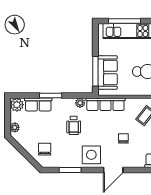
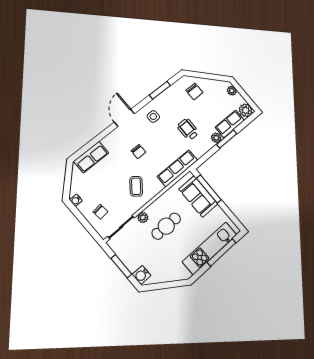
plant: (80, 103) -> (216, 138), moved
side table: (91, 155) -> (153, 116), width x0.54, depth x0.54

